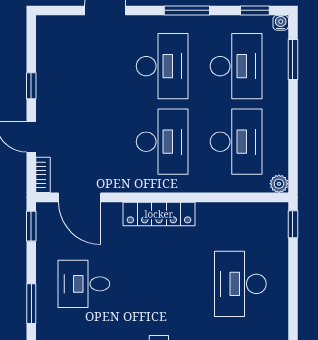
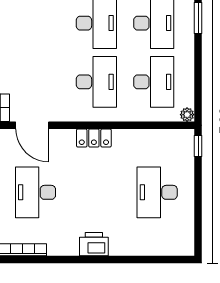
locker: (159, 214) -> (94, 138), width x0.66
desk: (84, 284) -> (35, 192), width x1.37

